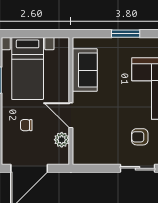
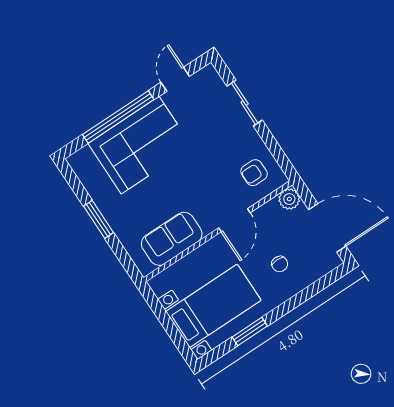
armchair: (140, 137) -> (254, 173), moved, turned 90
plant: (62, 140) -> (289, 199), moved

